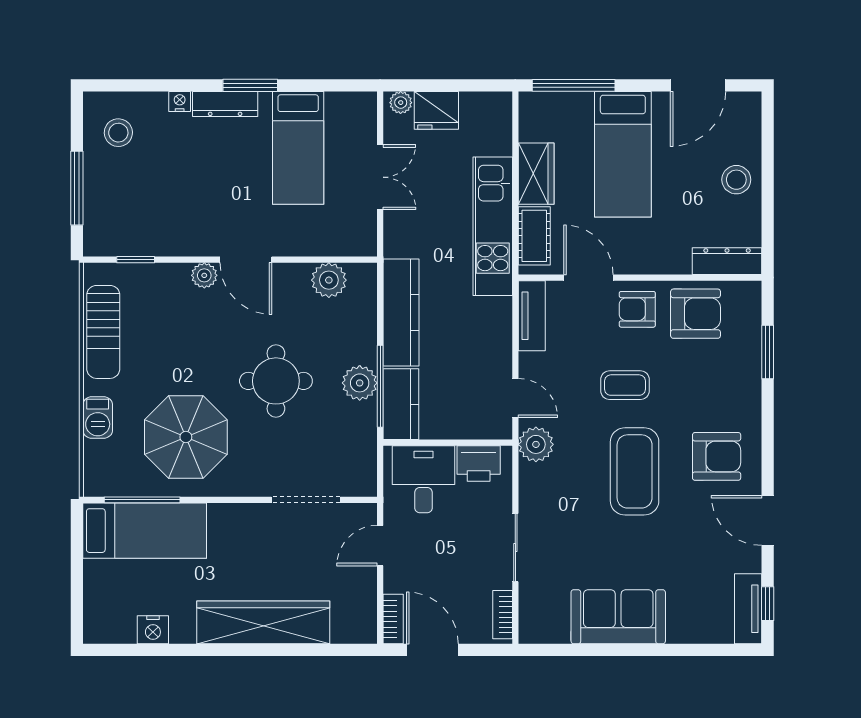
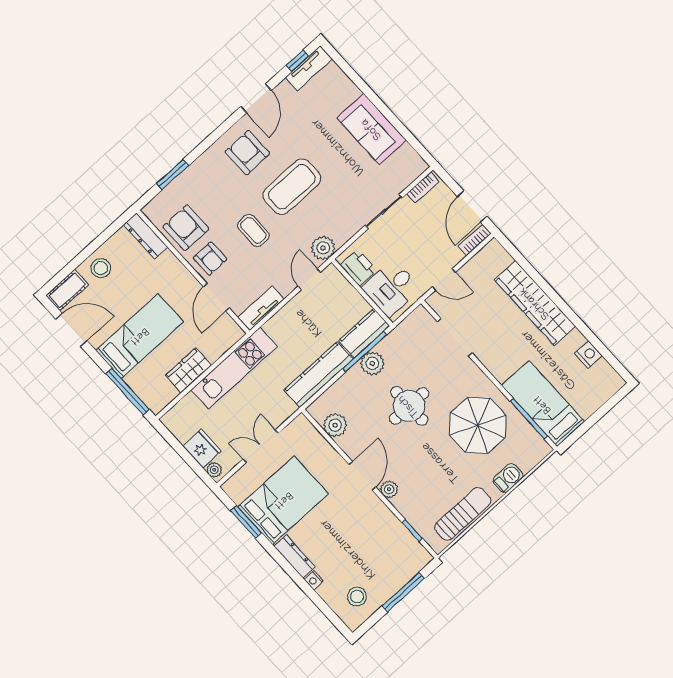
window: (250, 85) -> (246, 522), moved
bed: (298, 148) -> (283, 500), width x1.50
cot: (534, 236) -> (67, 290), moved

